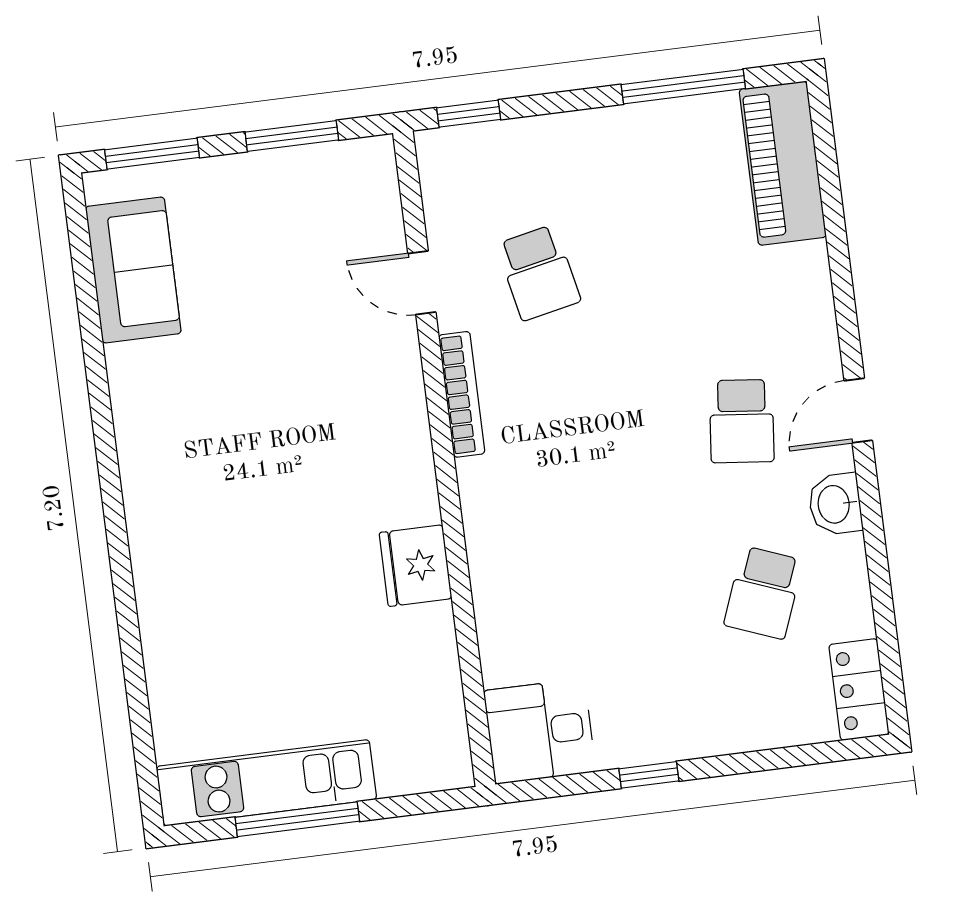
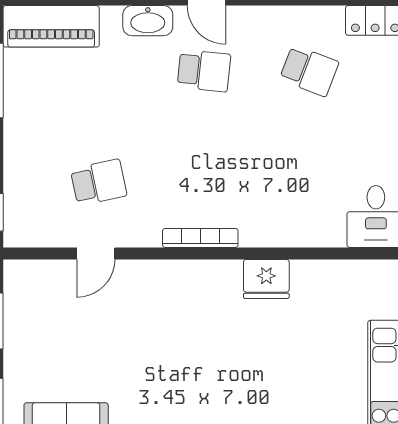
bookcase: (462, 394) -> (200, 238), moved
washbasin: (835, 504) -> (148, 21), moved, width x1.38

